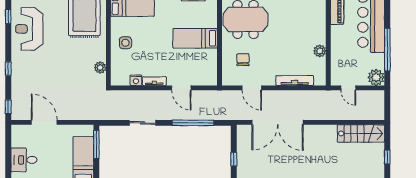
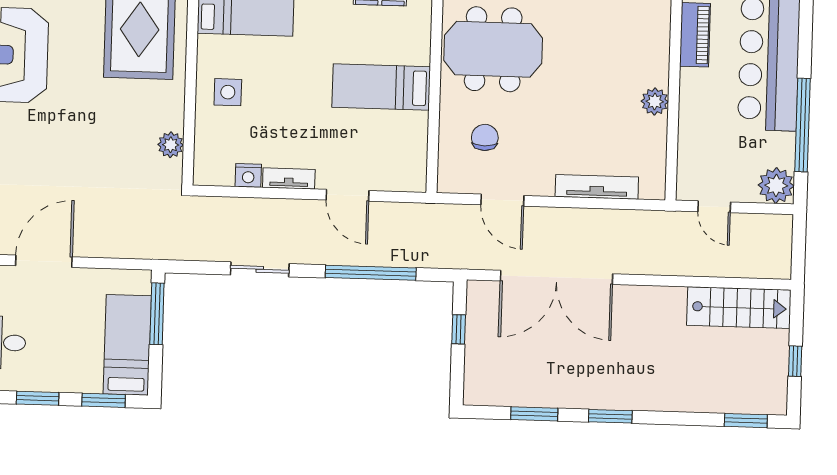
plant: (320, 51) -> (655, 101), moved
door: (44, 122) -> (44, 261), hinge flipped
window: (234, 159) -> (459, 329), moved

